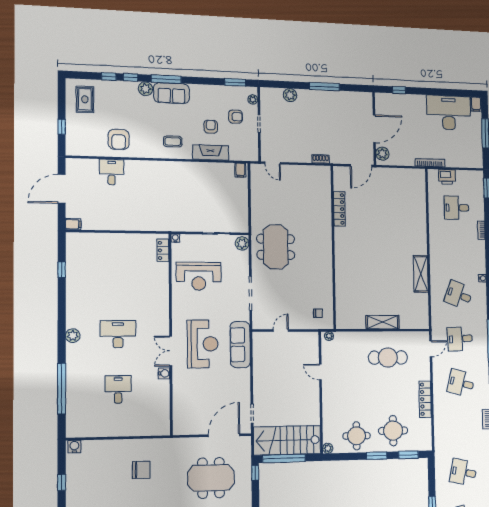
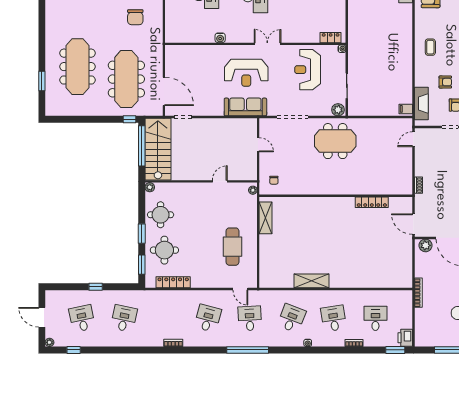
fireplace: (211, 153) -> (421, 103), moved
printer: (447, 177) -> (405, 338), moved
desk: (458, 251) -> (334, 318), added
shelving: (383, 322) -> (266, 218), moved
double door: (171, 351) -> (267, 44), moved
locker: (425, 399) -> (173, 282), moved
meeting table: (211, 478) -> (126, 79), width x1.36

